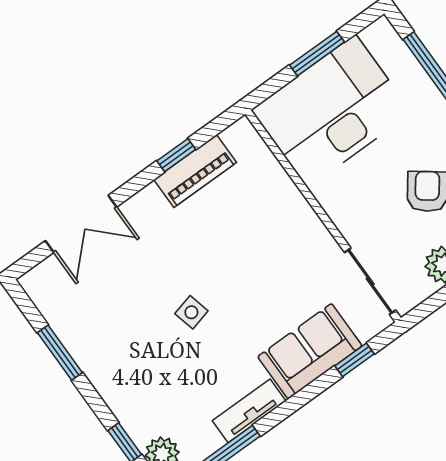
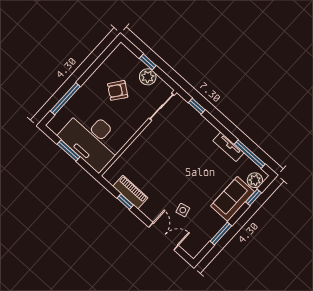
side table: (191, 312) -> (183, 210), moved
sofa: (310, 351) -> (233, 199), moved, turned 90

